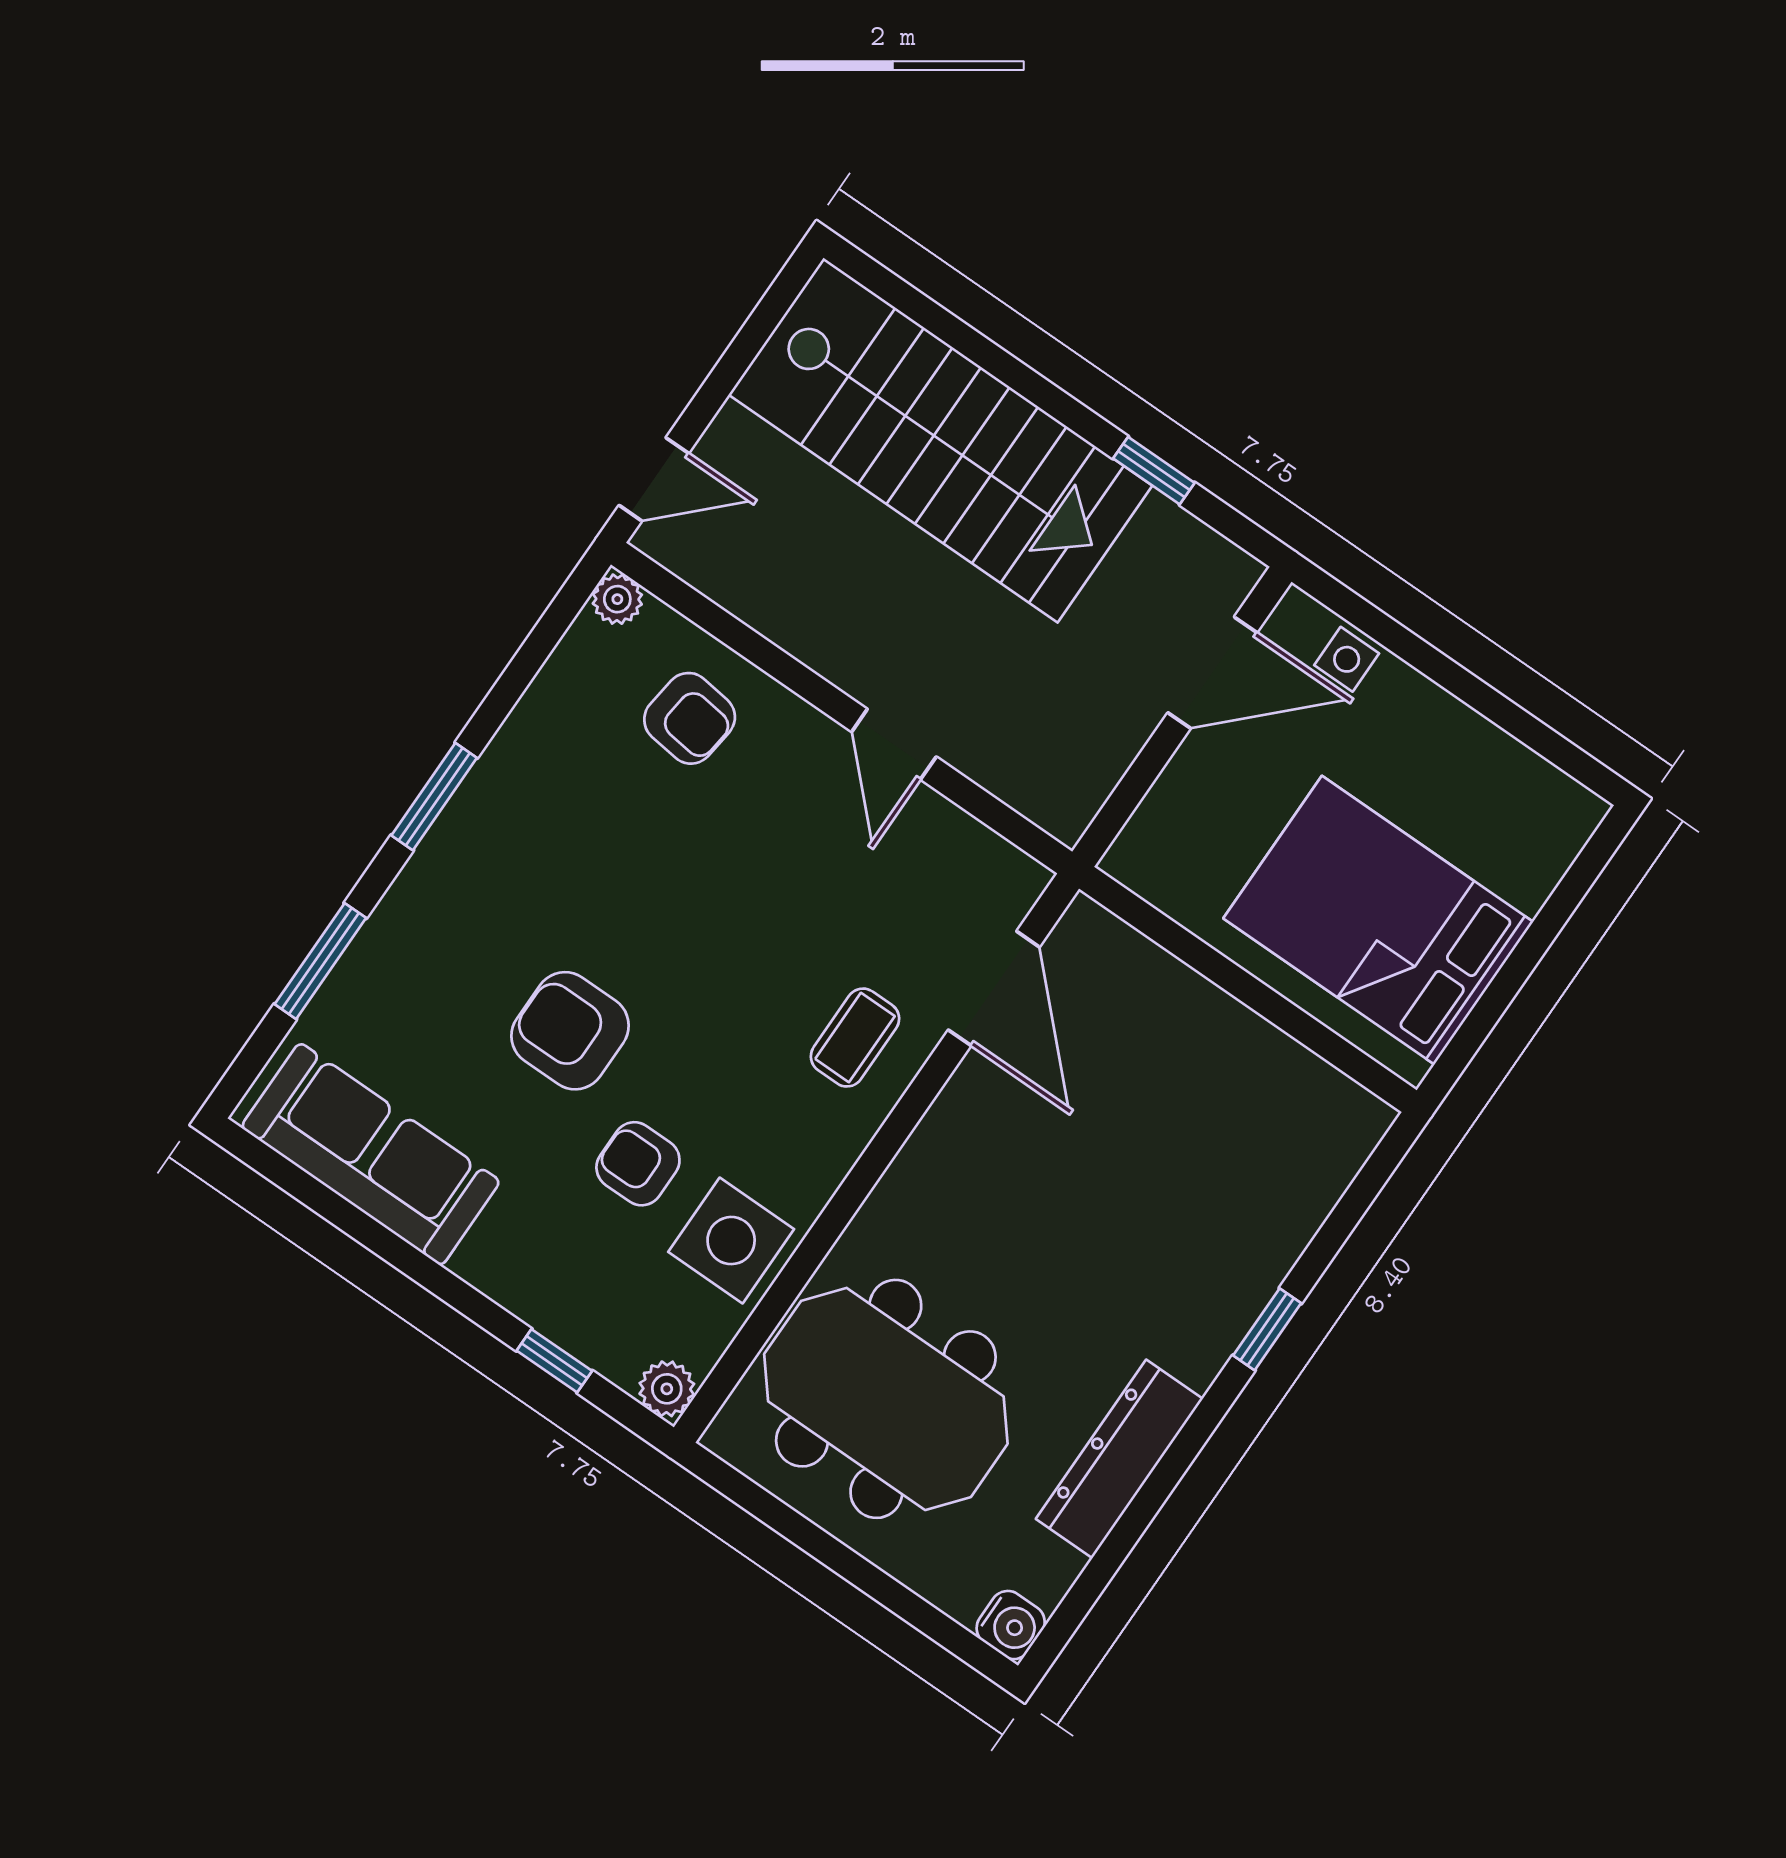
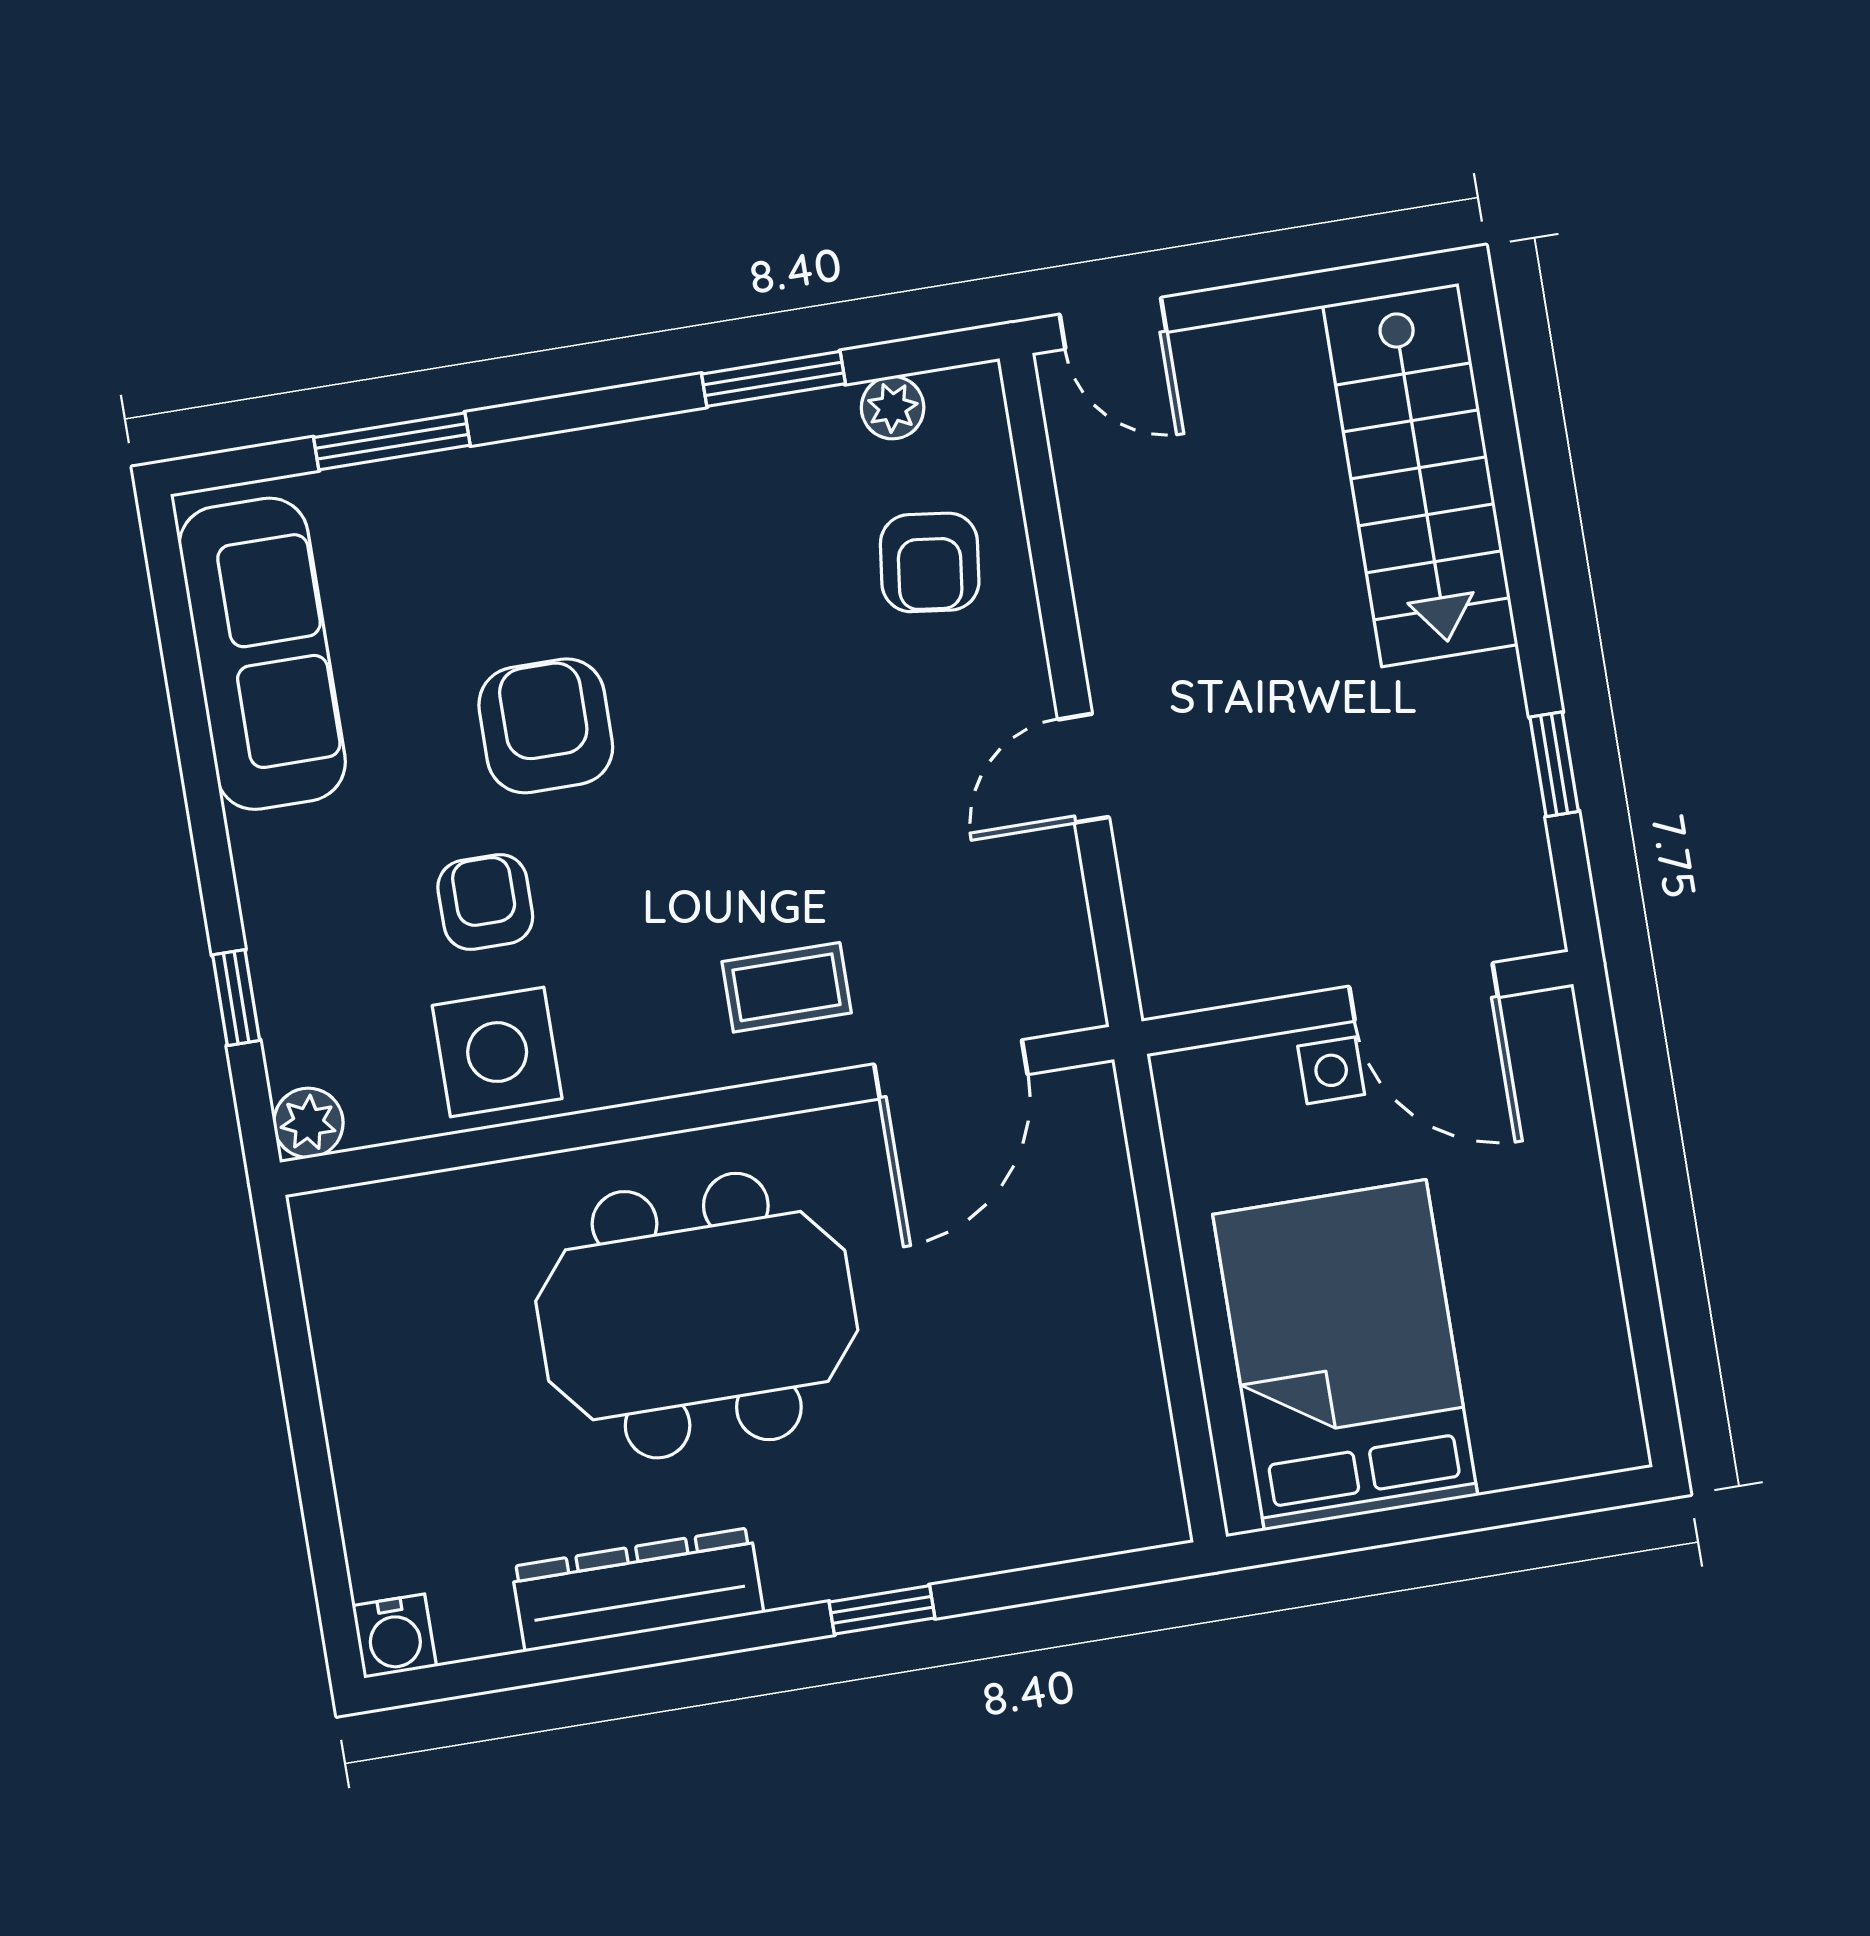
stairs: (940, 440) -> (1420, 475), width x0.73, depth x0.66
plant: (617, 599) -> (893, 408), moved
side table: (1347, 659) -> (1331, 1070), moved
window: (434, 797) -> (773, 379), moved
meeting table: (886, 1399) -> (697, 1316), moved, turned 90

